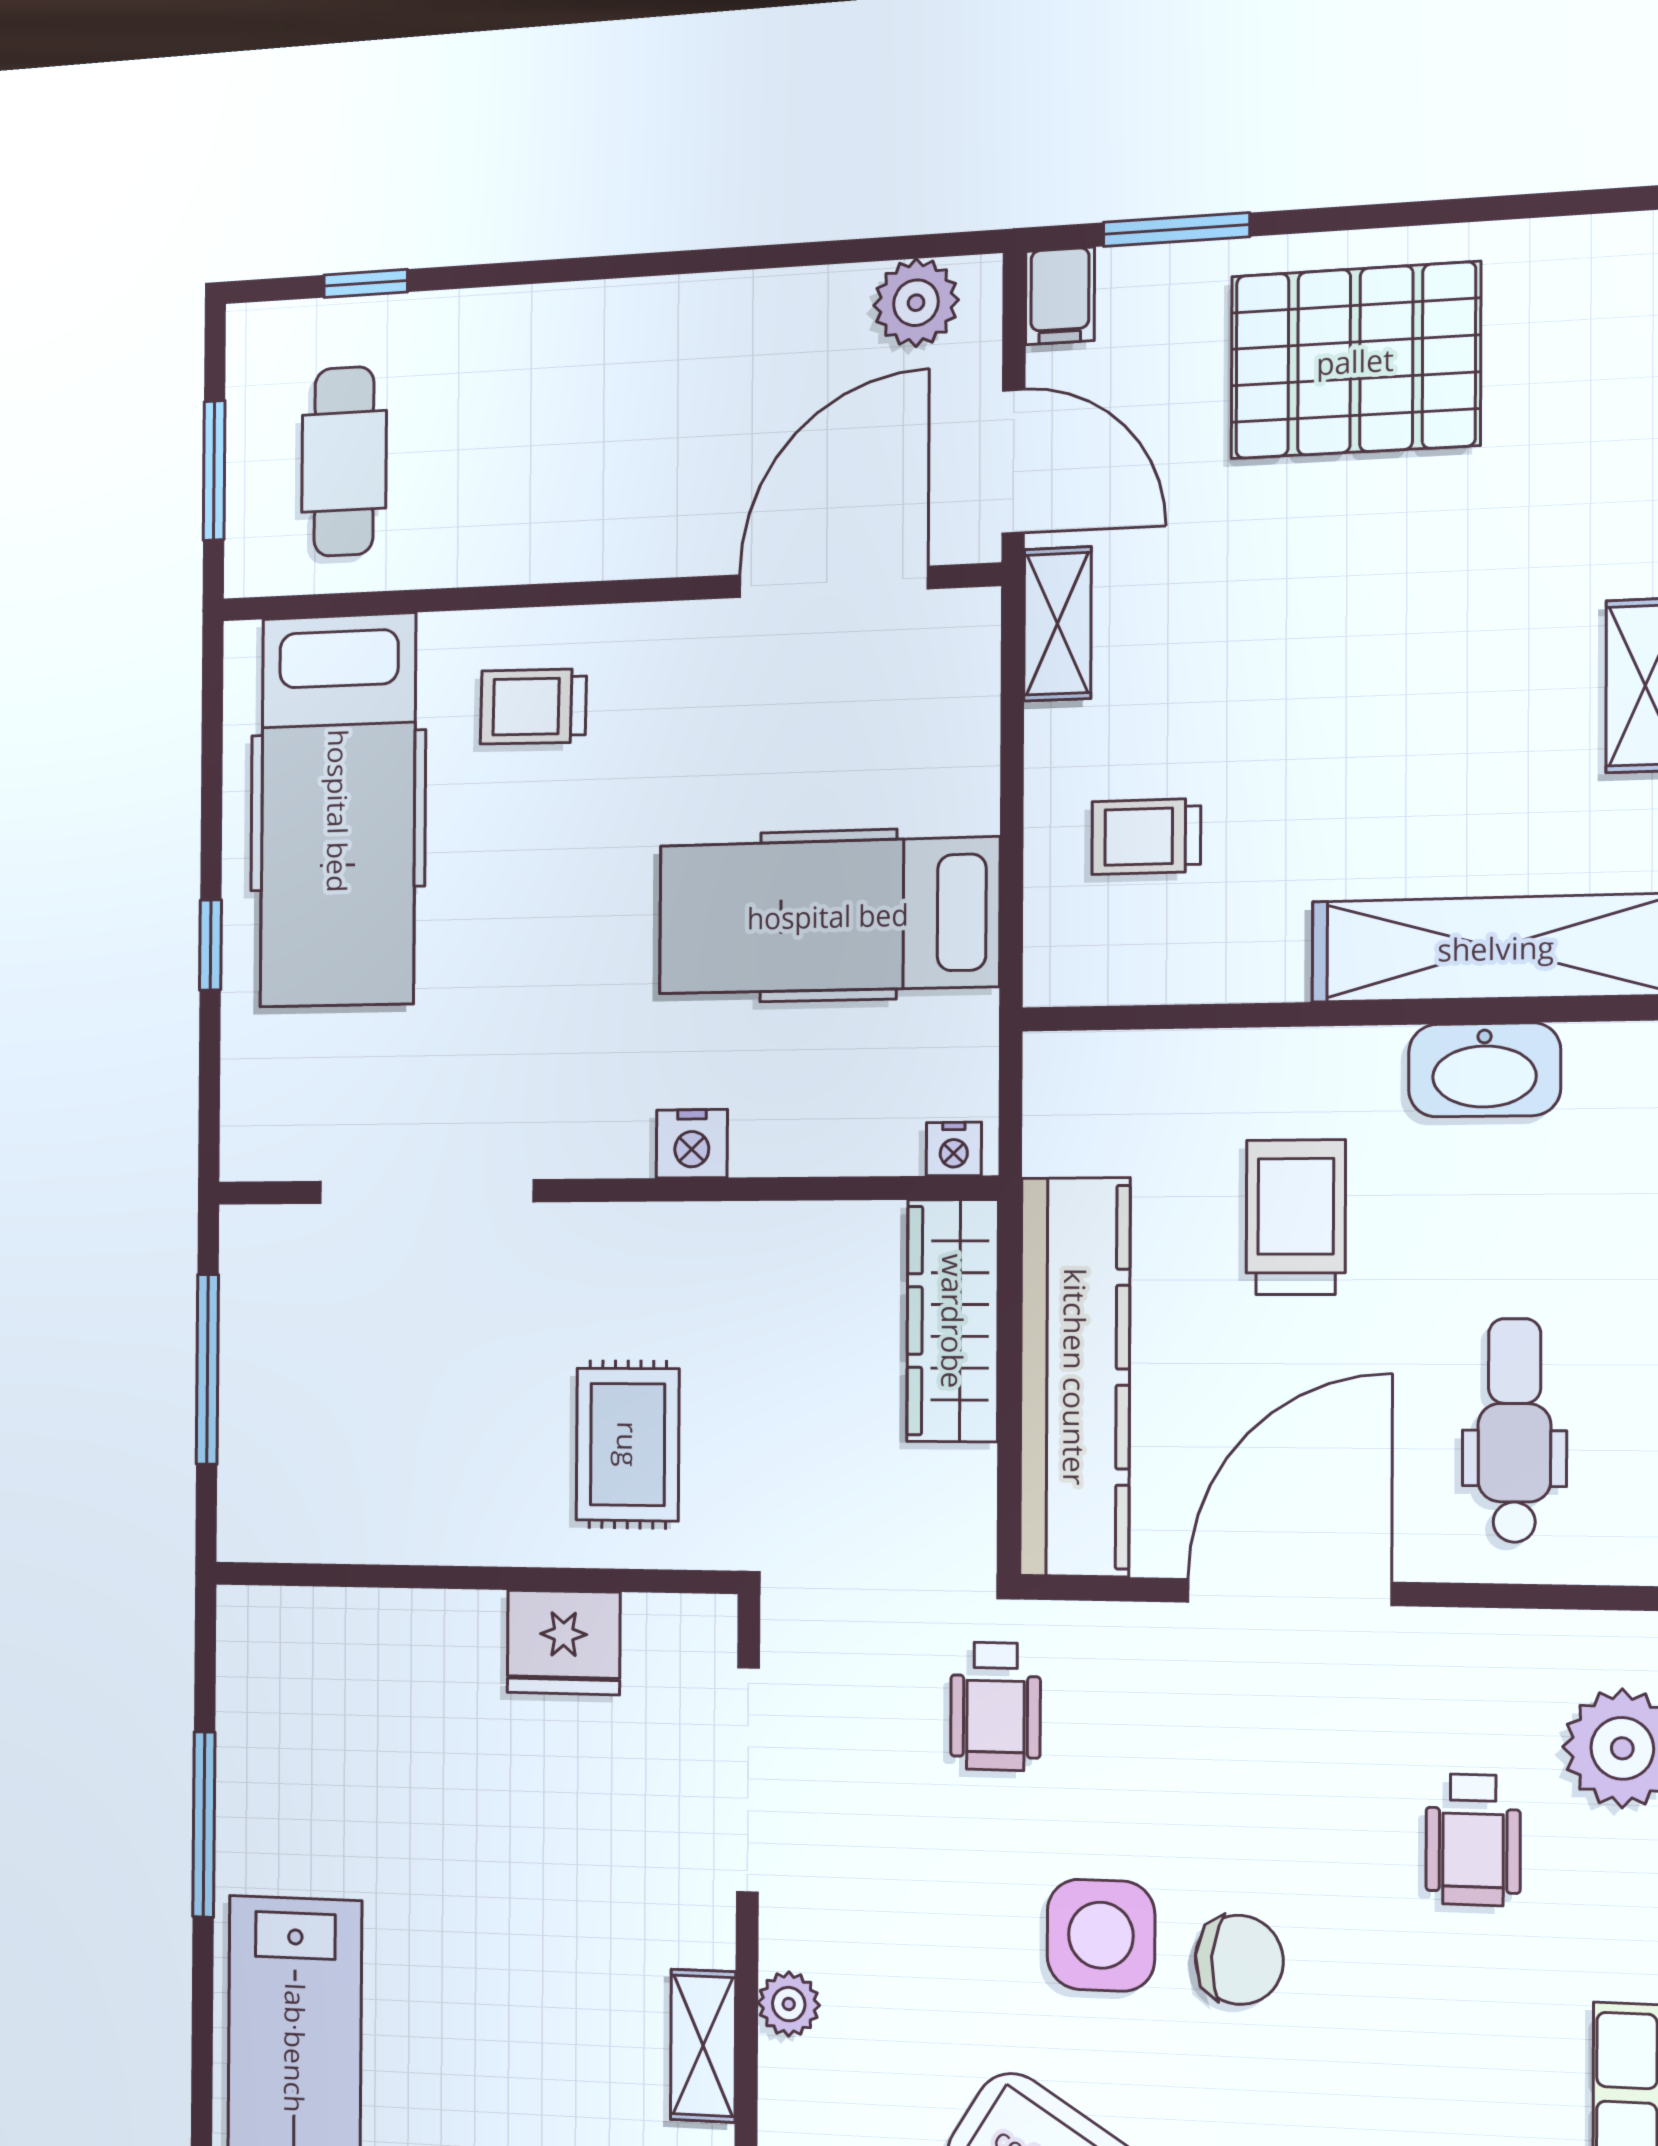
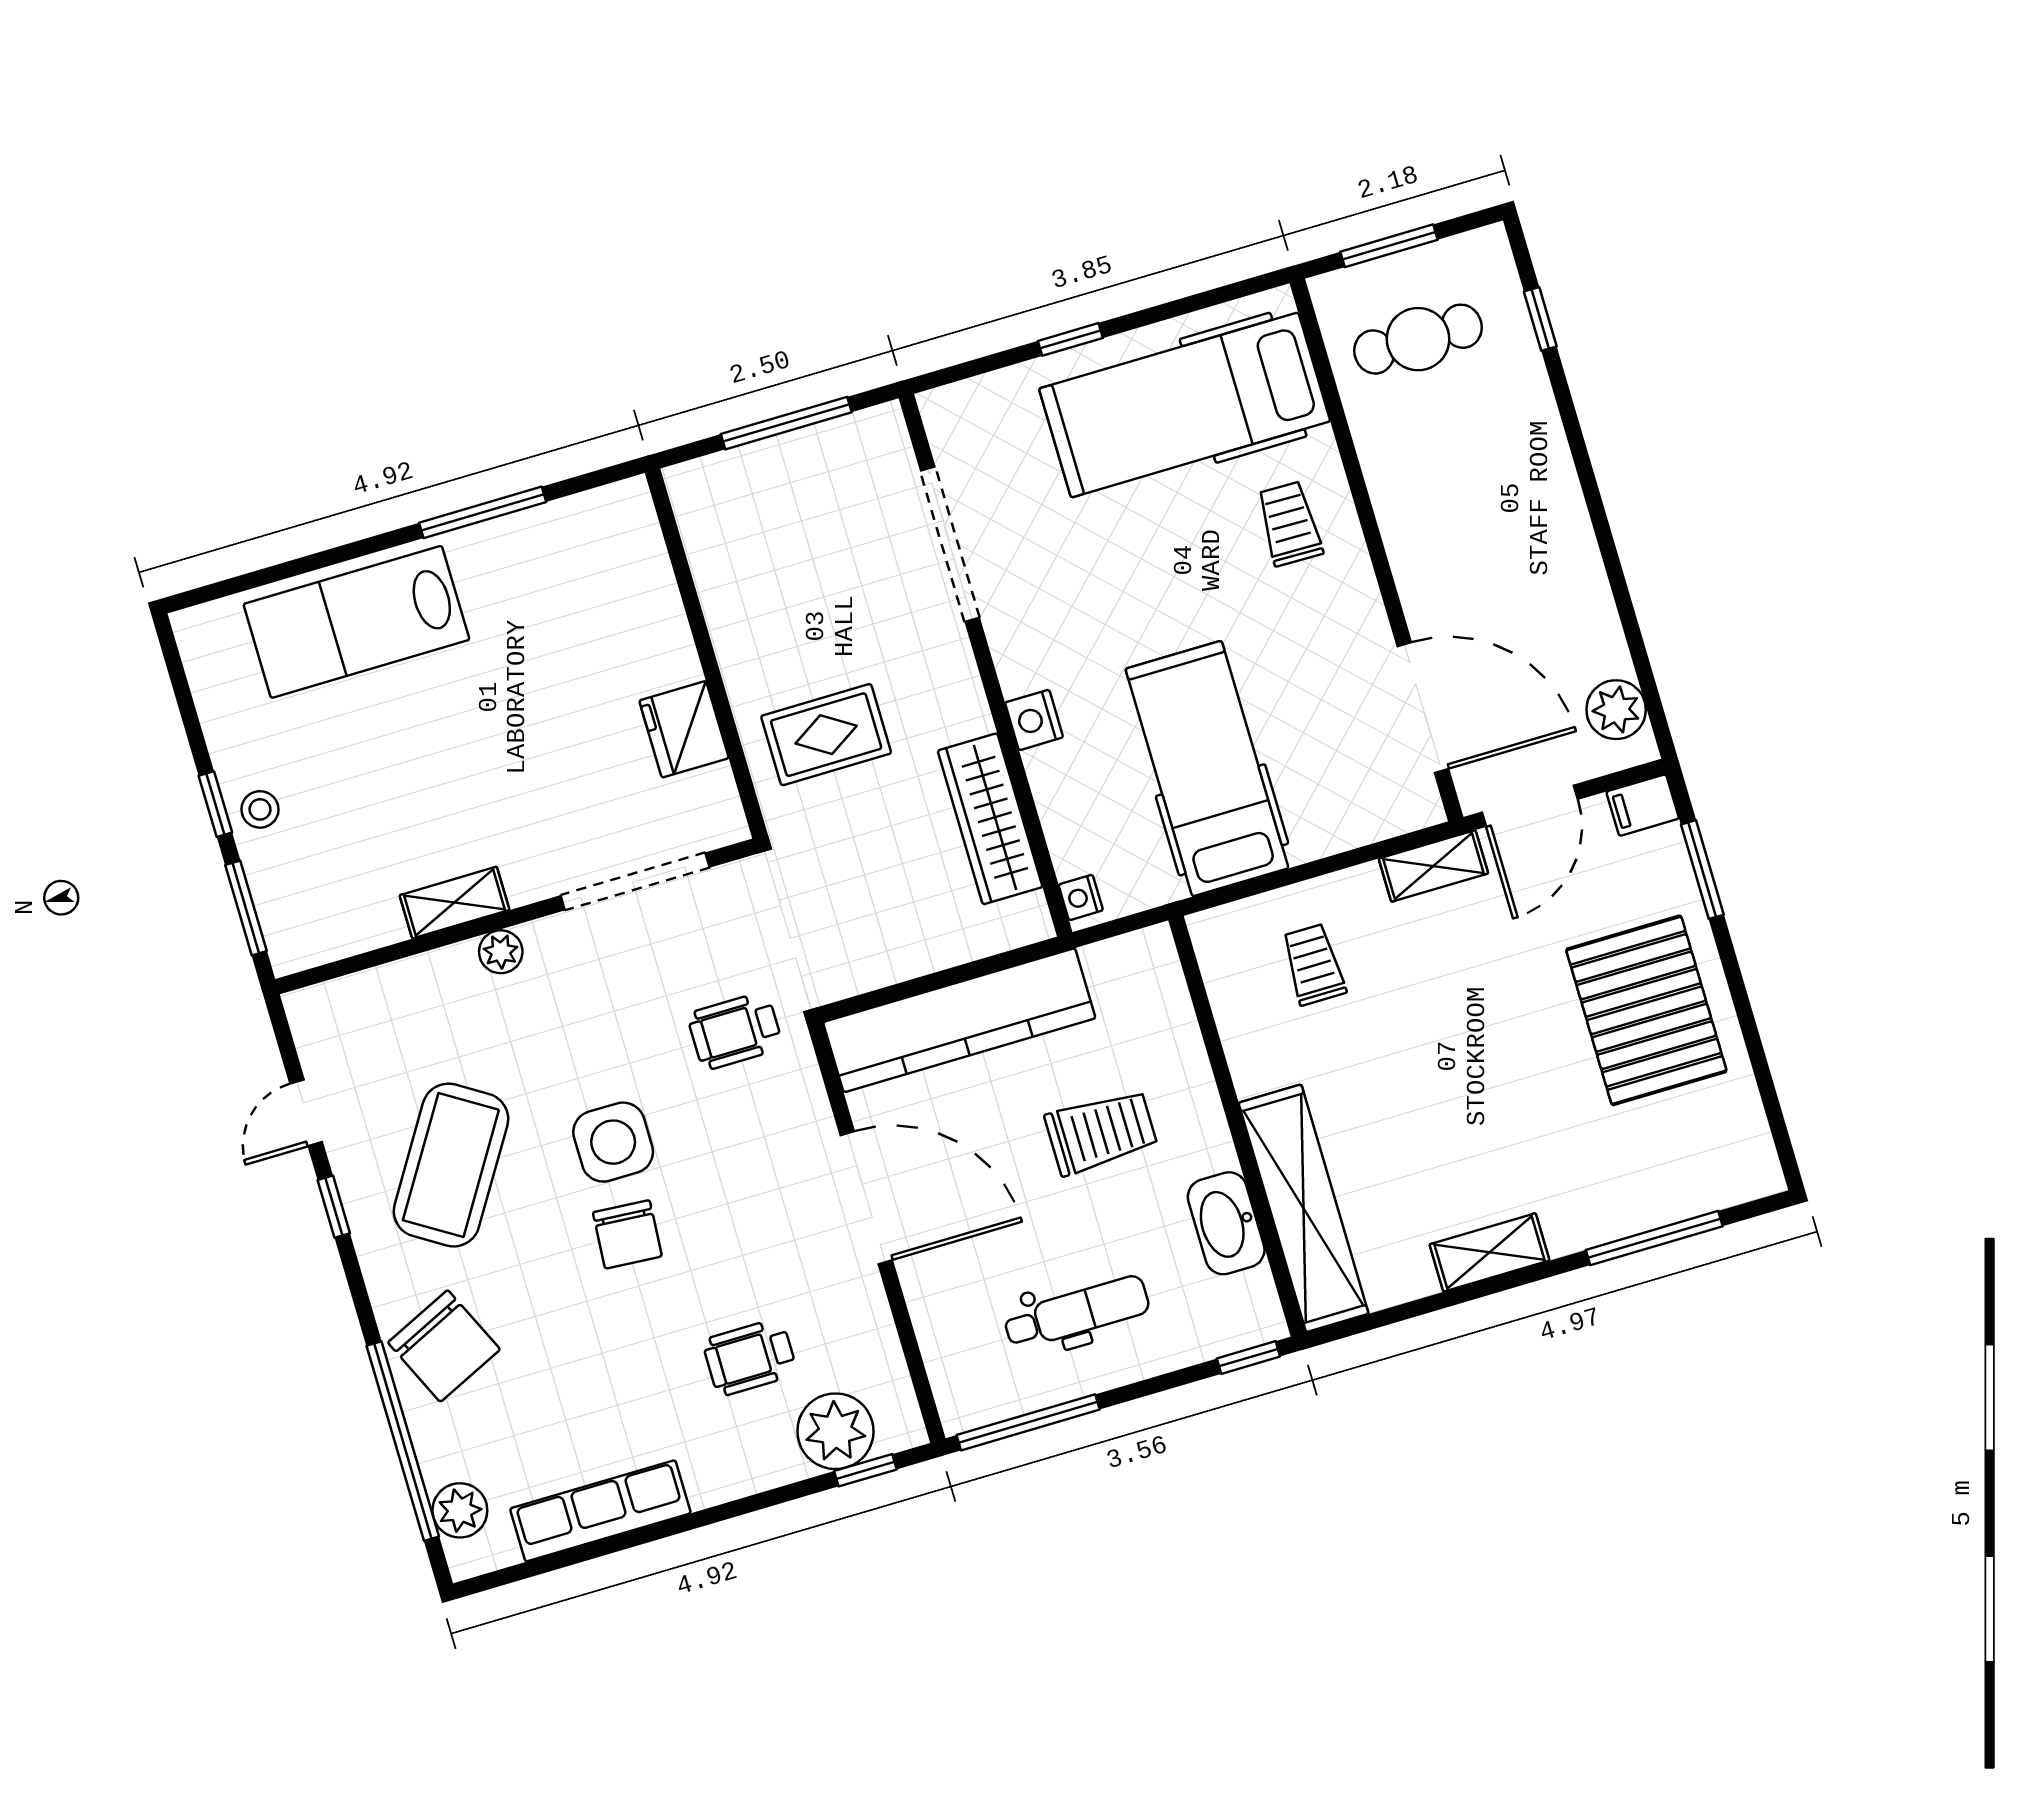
wardrobe: (953, 1321) -> (990, 819), moved, turned -90
dental chair: (1514, 1430) -> (1077, 1313), moved

